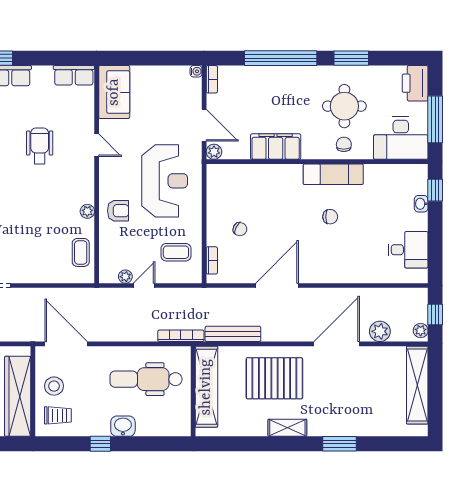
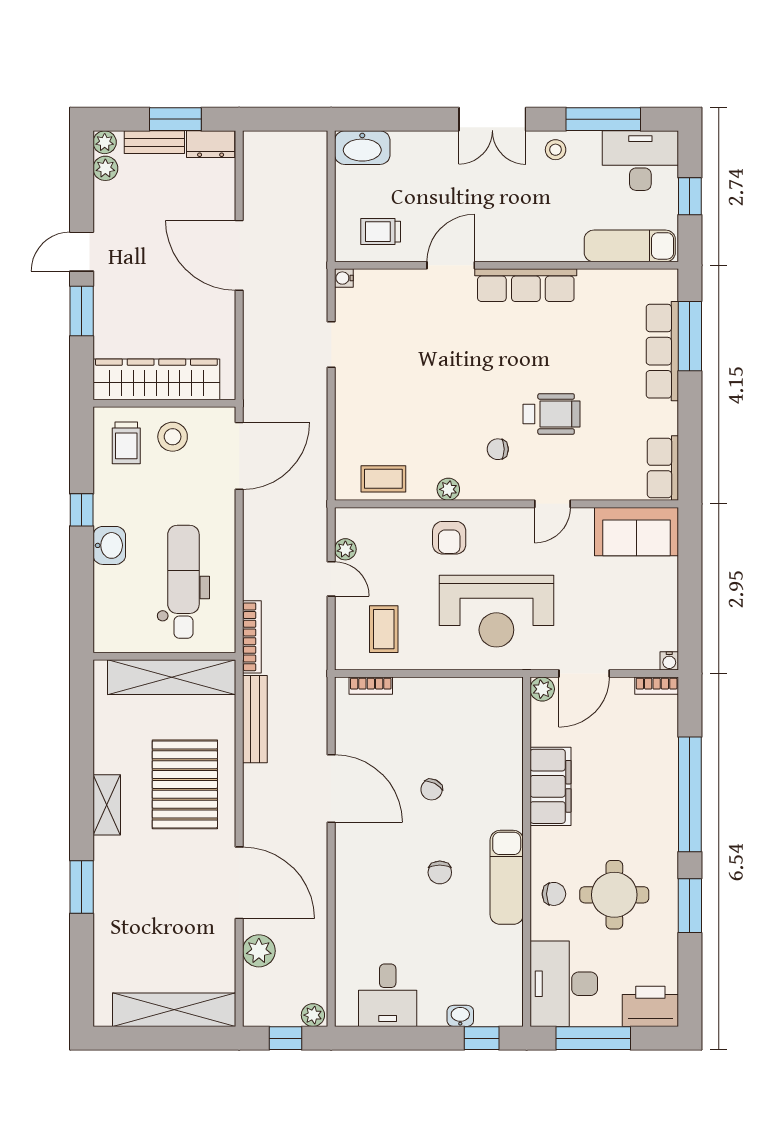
chair: (62, 180) -> (498, 449), added
chair: (240, 229) -> (432, 790), moved
plant: (421, 331) -> (313, 1015), moved

